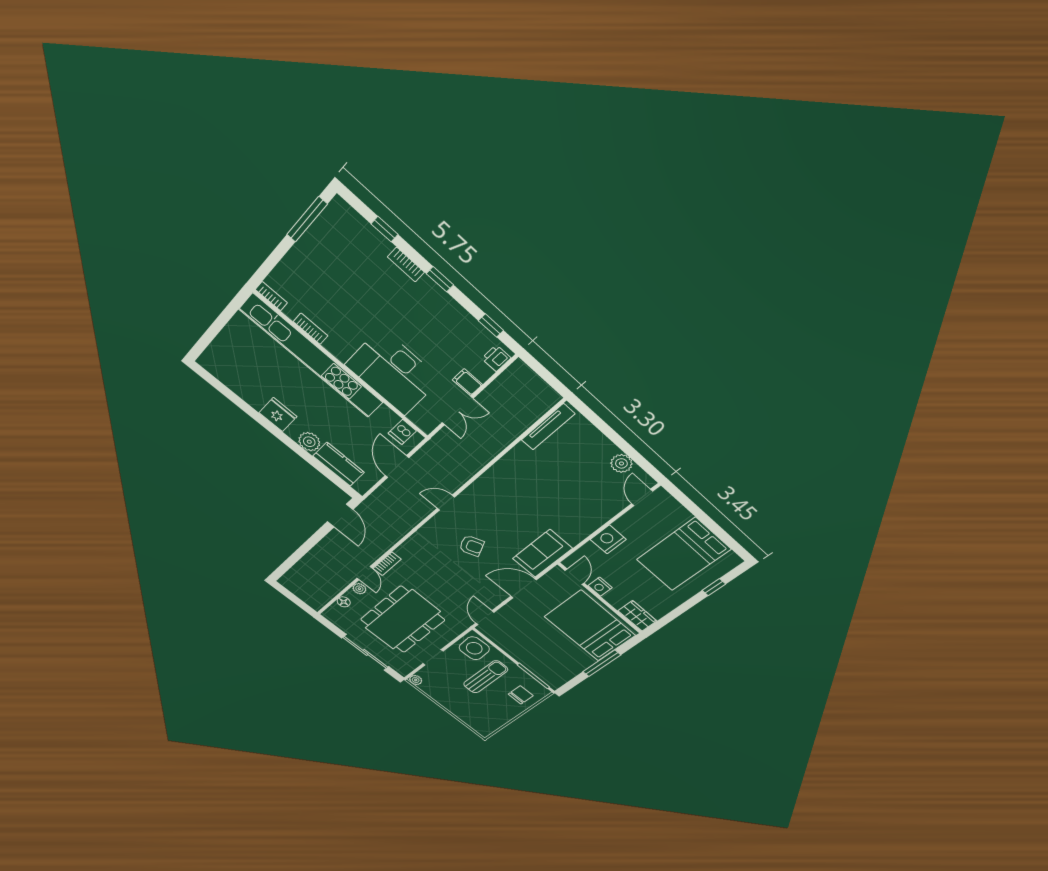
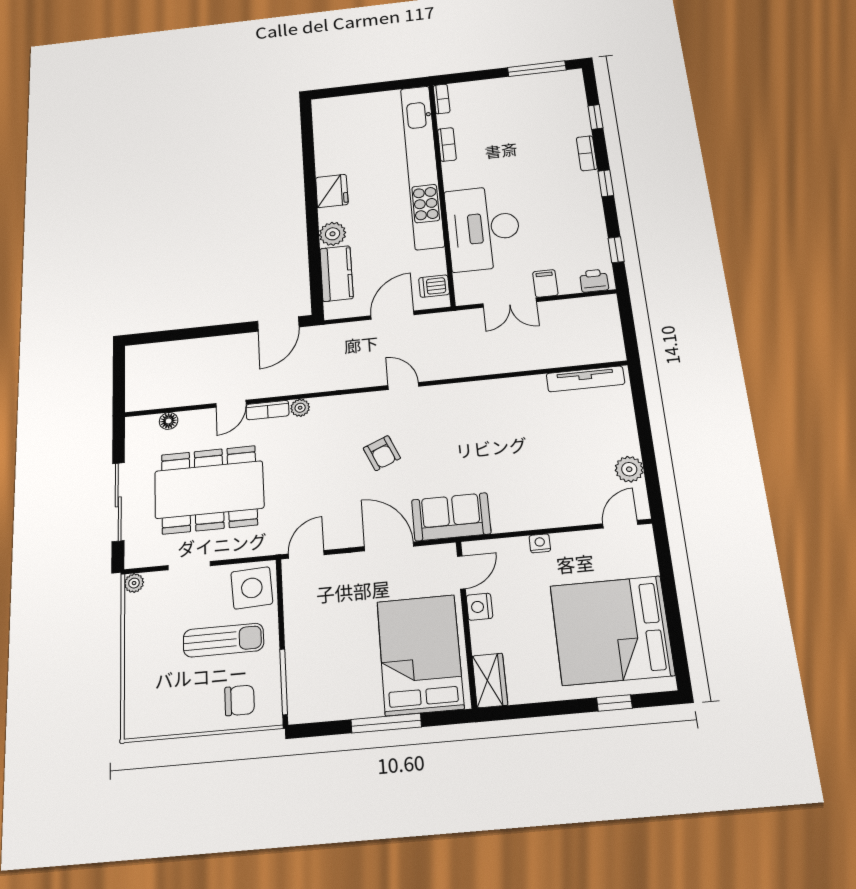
nightstand: (608, 539) -> (540, 543), width x0.53, depth x0.56
bed: (683, 554) -> (612, 630), width x1.36
plant: (359, 589) -> (300, 408), moved

